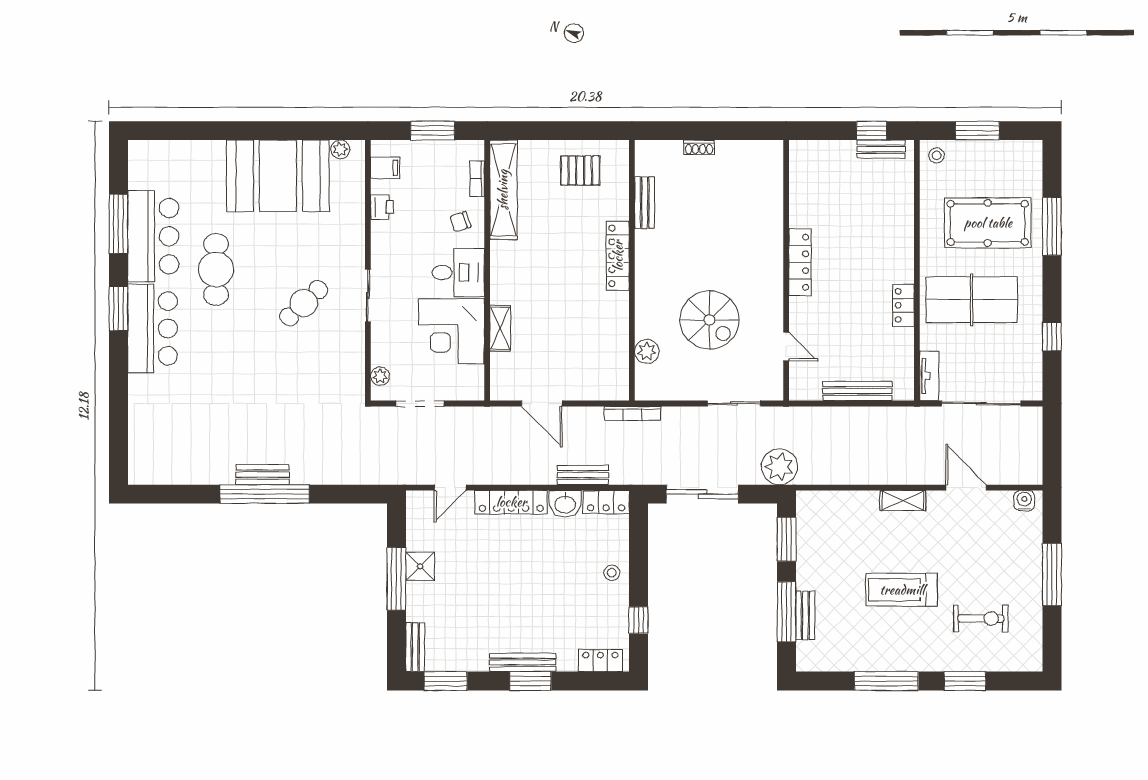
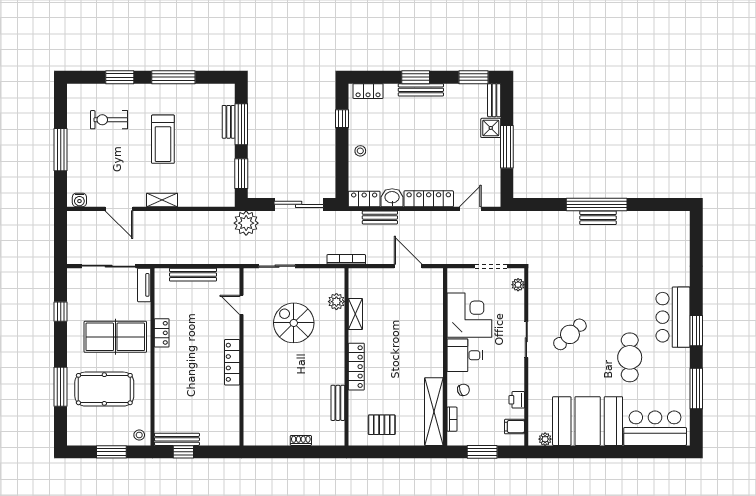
bench: (881, 149) -> (177, 439), width x1.36
bar counter: (153, 236) -> (655, 428), moved, turned 90
shelving: (500, 328) -> (355, 314), moved
shower: (420, 566) -> (491, 128), moved
treadmill: (902, 590) -> (163, 139), turned 90

